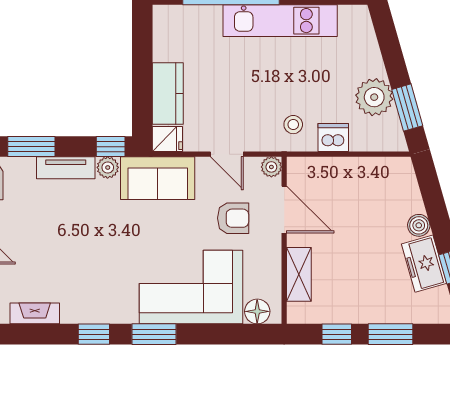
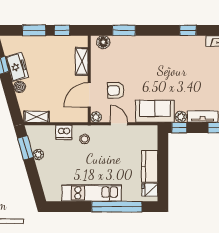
kitchen counter: (168, 94) -> (150, 166), moved
plant: (374, 97) -> (38, 155), width x0.53, depth x0.53
fridge: (167, 139) -> (150, 190), moved
shelving: (386, 168) -> (37, 117), added
door: (284, 210) -> (89, 95), hinge flipped
corner sofa: (191, 287) -> (138, 55), removed
window: (154, 334) -> (124, 30), moved

